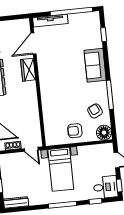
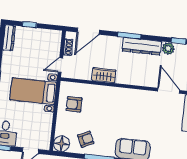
wardrobe: (28, 70) -> (104, 75), moved
armchair: (75, 131) -> (74, 104), moved, turned -90

